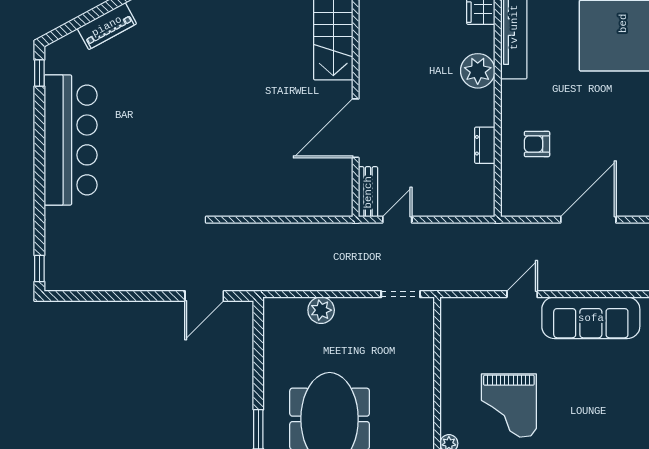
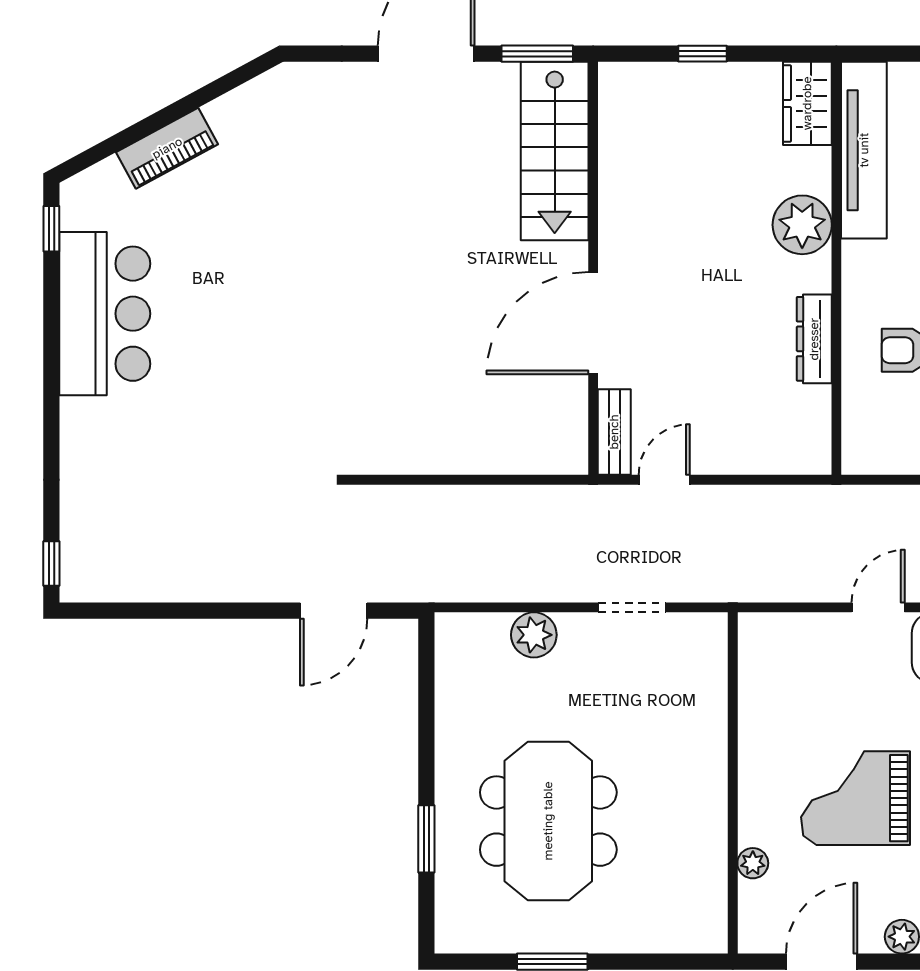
bar counter: (71, 140) -> (105, 314), width x0.73
dresser: (485, 145) -> (814, 339), width x1.44
doorway: (401, 294) -> (632, 607), moved
grand piano: (509, 406) -> (855, 798), turned 90

